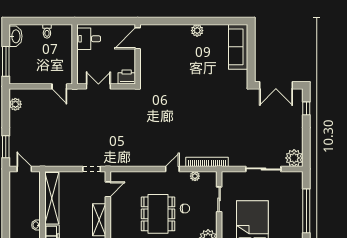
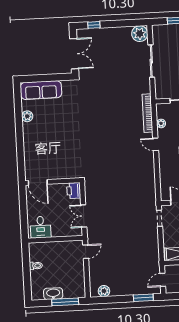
plant: (197, 31) -> (27, 116), moved
washbasin: (16, 36) -> (53, 294), moved

